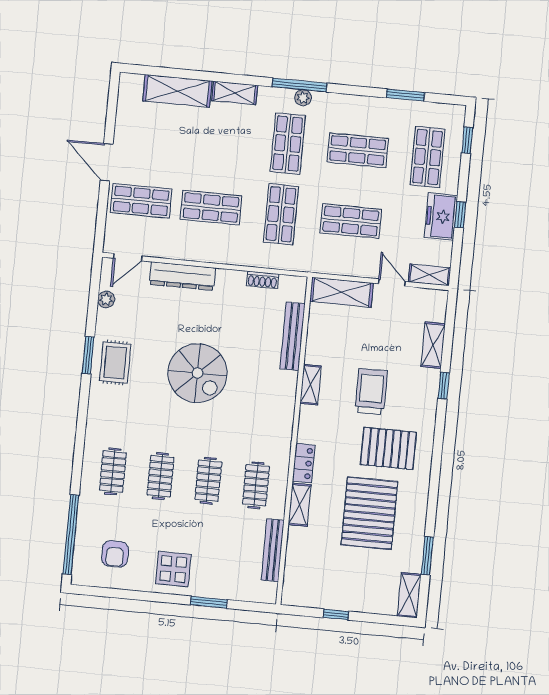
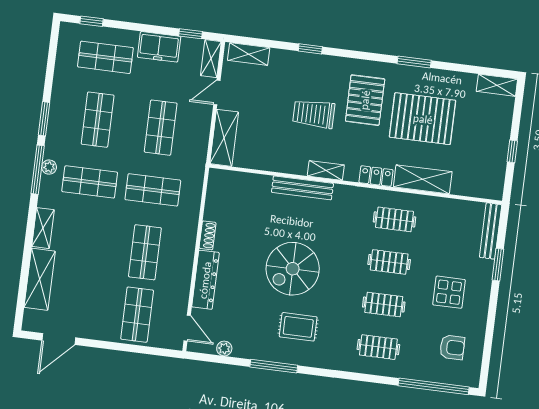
window: (405, 95) -> (44, 119), moved
door: (107, 162) -> (59, 339), moved
window: (460, 215) -> (191, 34), moved
shoe rack: (262, 280) -> (208, 235), moved
bench: (293, 336) -> (302, 188), moved
shelving: (433, 345) -> (249, 54), moved
window: (88, 355) -> (274, 366), width x1.44
rug: (115, 363) -> (298, 327), moved
spiral stairs: (198, 373) -> (293, 269), turned 180
shelving: (311, 385) -> (326, 170), moved
shelving: (300, 505) -> (423, 179), width x1.50, depth x1.33
bench: (273, 550) -> (491, 231), moved, turned 90
window: (427, 556) -> (414, 62), moved
display table: (173, 569) -> (449, 292), moved

